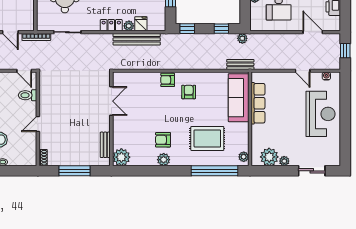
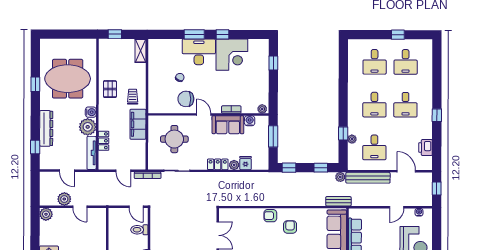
bench: (137, 39) -> (368, 178), moved
door: (303, 71) -> (397, 207), hinge flipped

